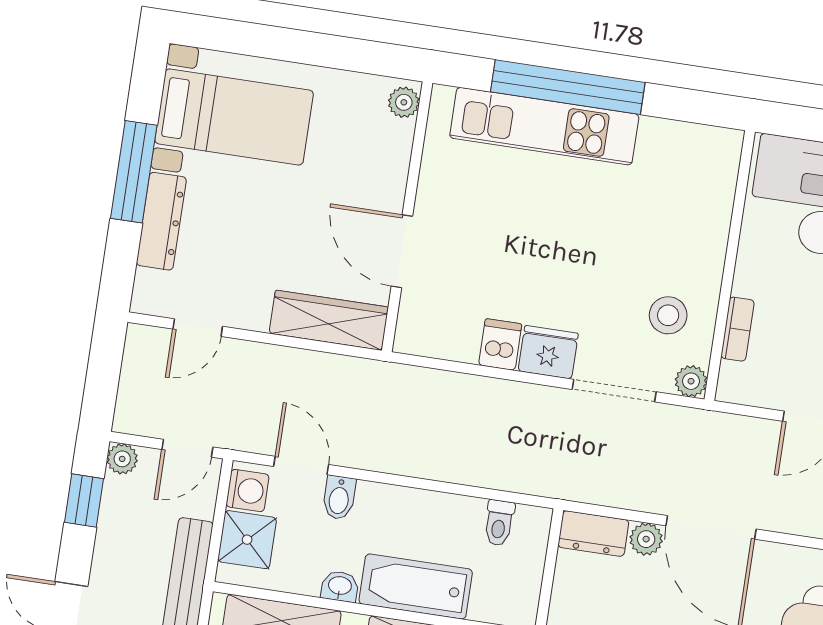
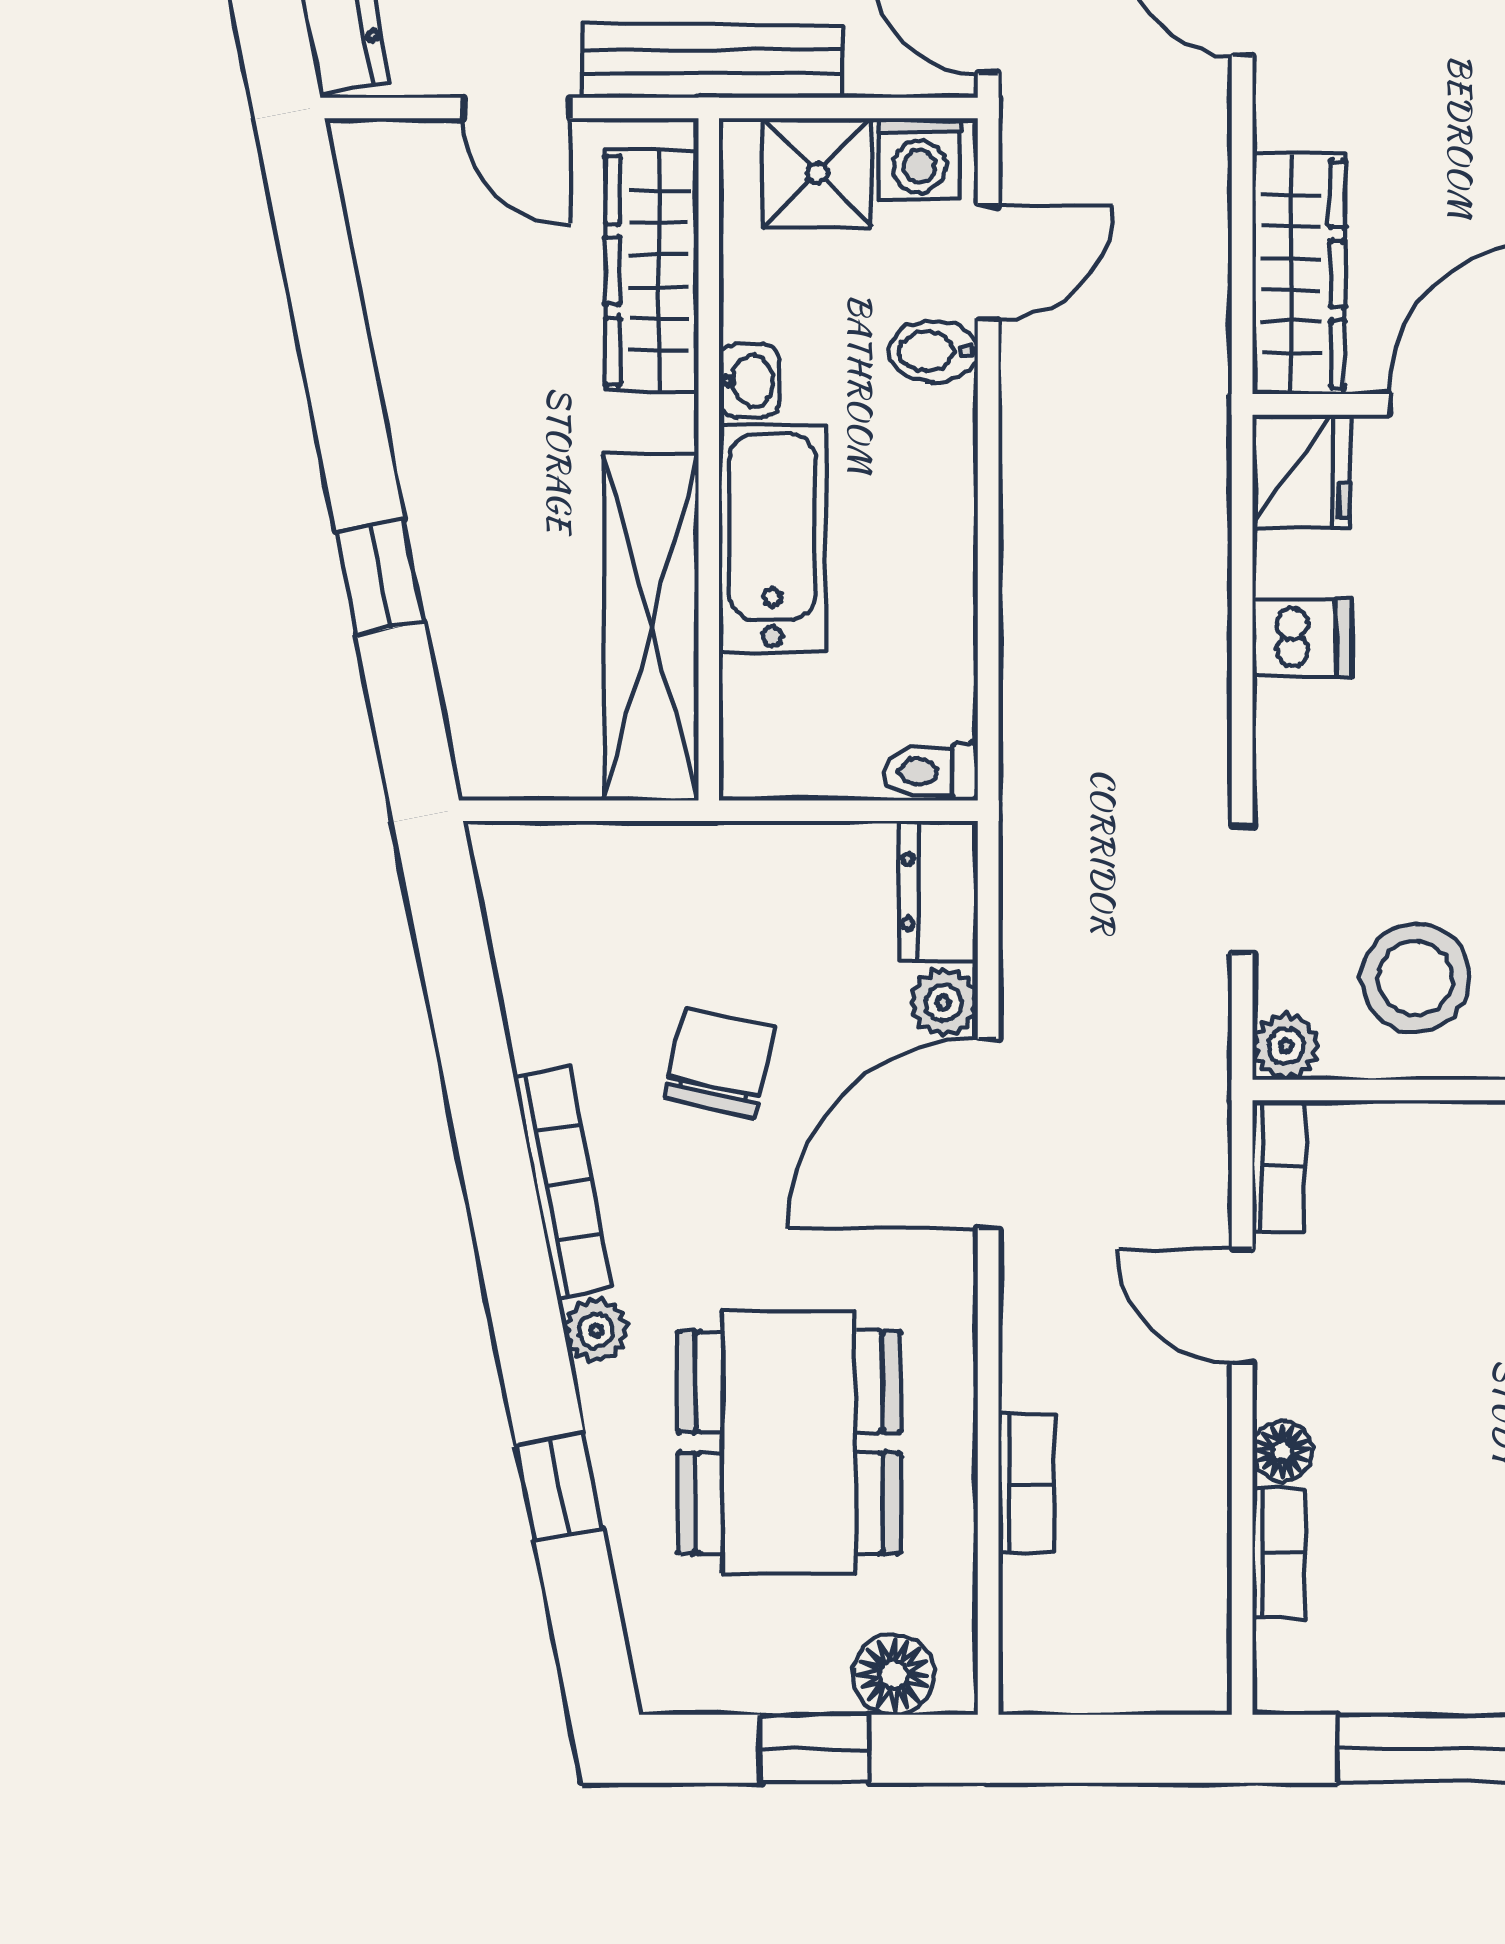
stool: (668, 315) -> (1416, 978), width x1.38, depth x1.38
bookcase: (738, 329) -> (1279, 1166), moved, turned -90
fridge: (548, 352) -> (1301, 471), moved
doorway: (614, 391) -> (1242, 890), width x0.73
toilet: (499, 523) -> (931, 772), moved

